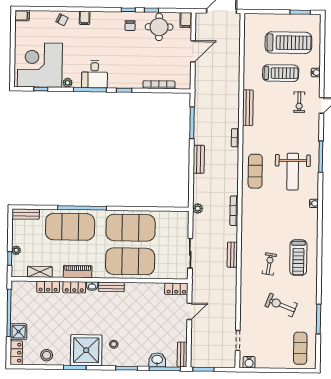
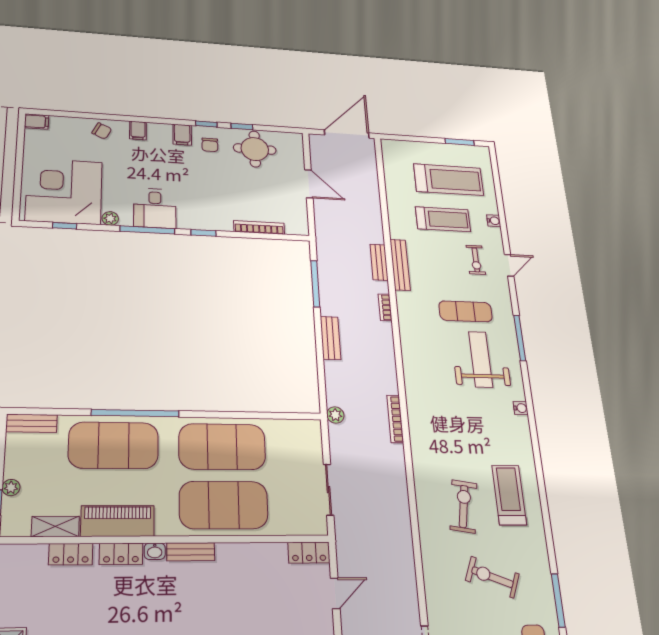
filing cabinet: (186, 20) -> (182, 135), moved
door: (193, 51) -> (309, 184), hinge flipped
exercise mat: (255, 171) -> (466, 311), moved, turned 90
weight bench: (293, 172) -> (481, 359), turned 180
bench: (232, 255) -> (379, 262), moved
treadmill: (298, 258) -> (509, 495), turned 180
exercise bike: (269, 264) -> (464, 506), width x1.38, depth x1.39
piano: (78, 272) -> (118, 521), width x1.37, depth x1.33

